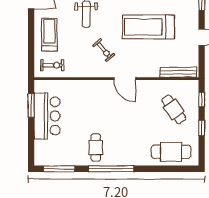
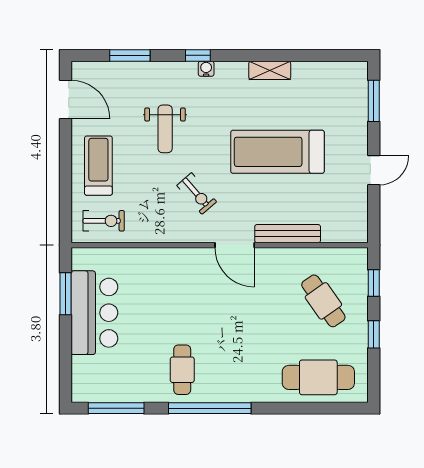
bench: (178, 72) -> (288, 234), moved

